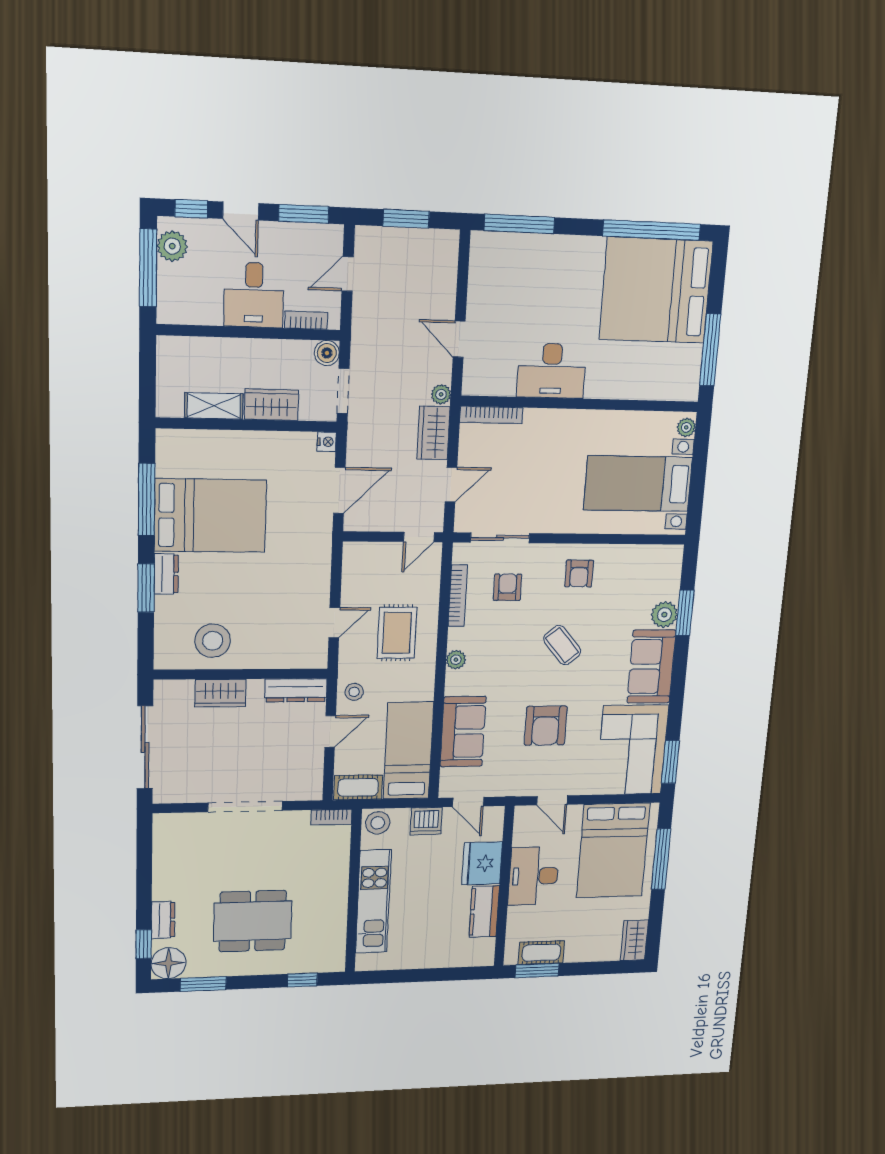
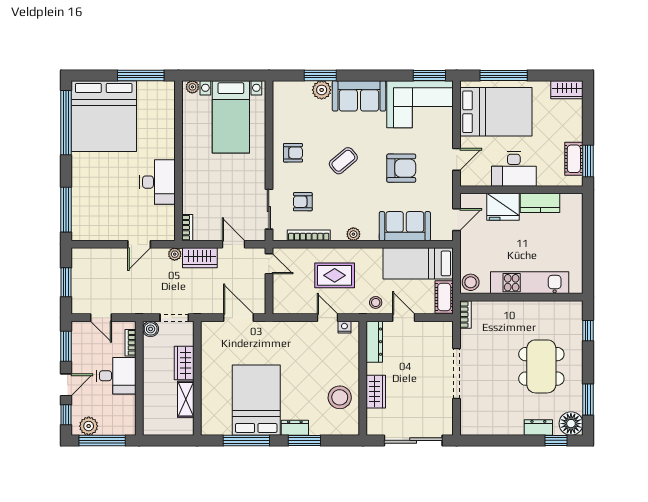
bookcase: (491, 415) -> (187, 228), width x0.64
nightstand: (327, 442) -> (344, 327), moved
dishwasher: (426, 821) -> (470, 248), removed

